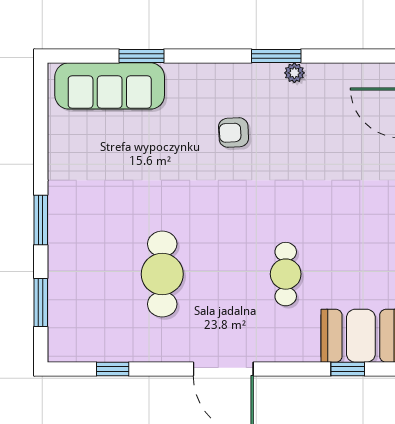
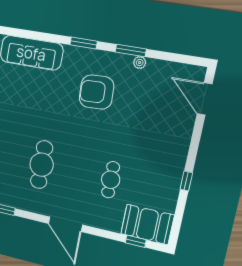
window: (141, 56) -> (84, 43), moved
armchair: (234, 133) -> (96, 92), width x1.88, depth x1.88

